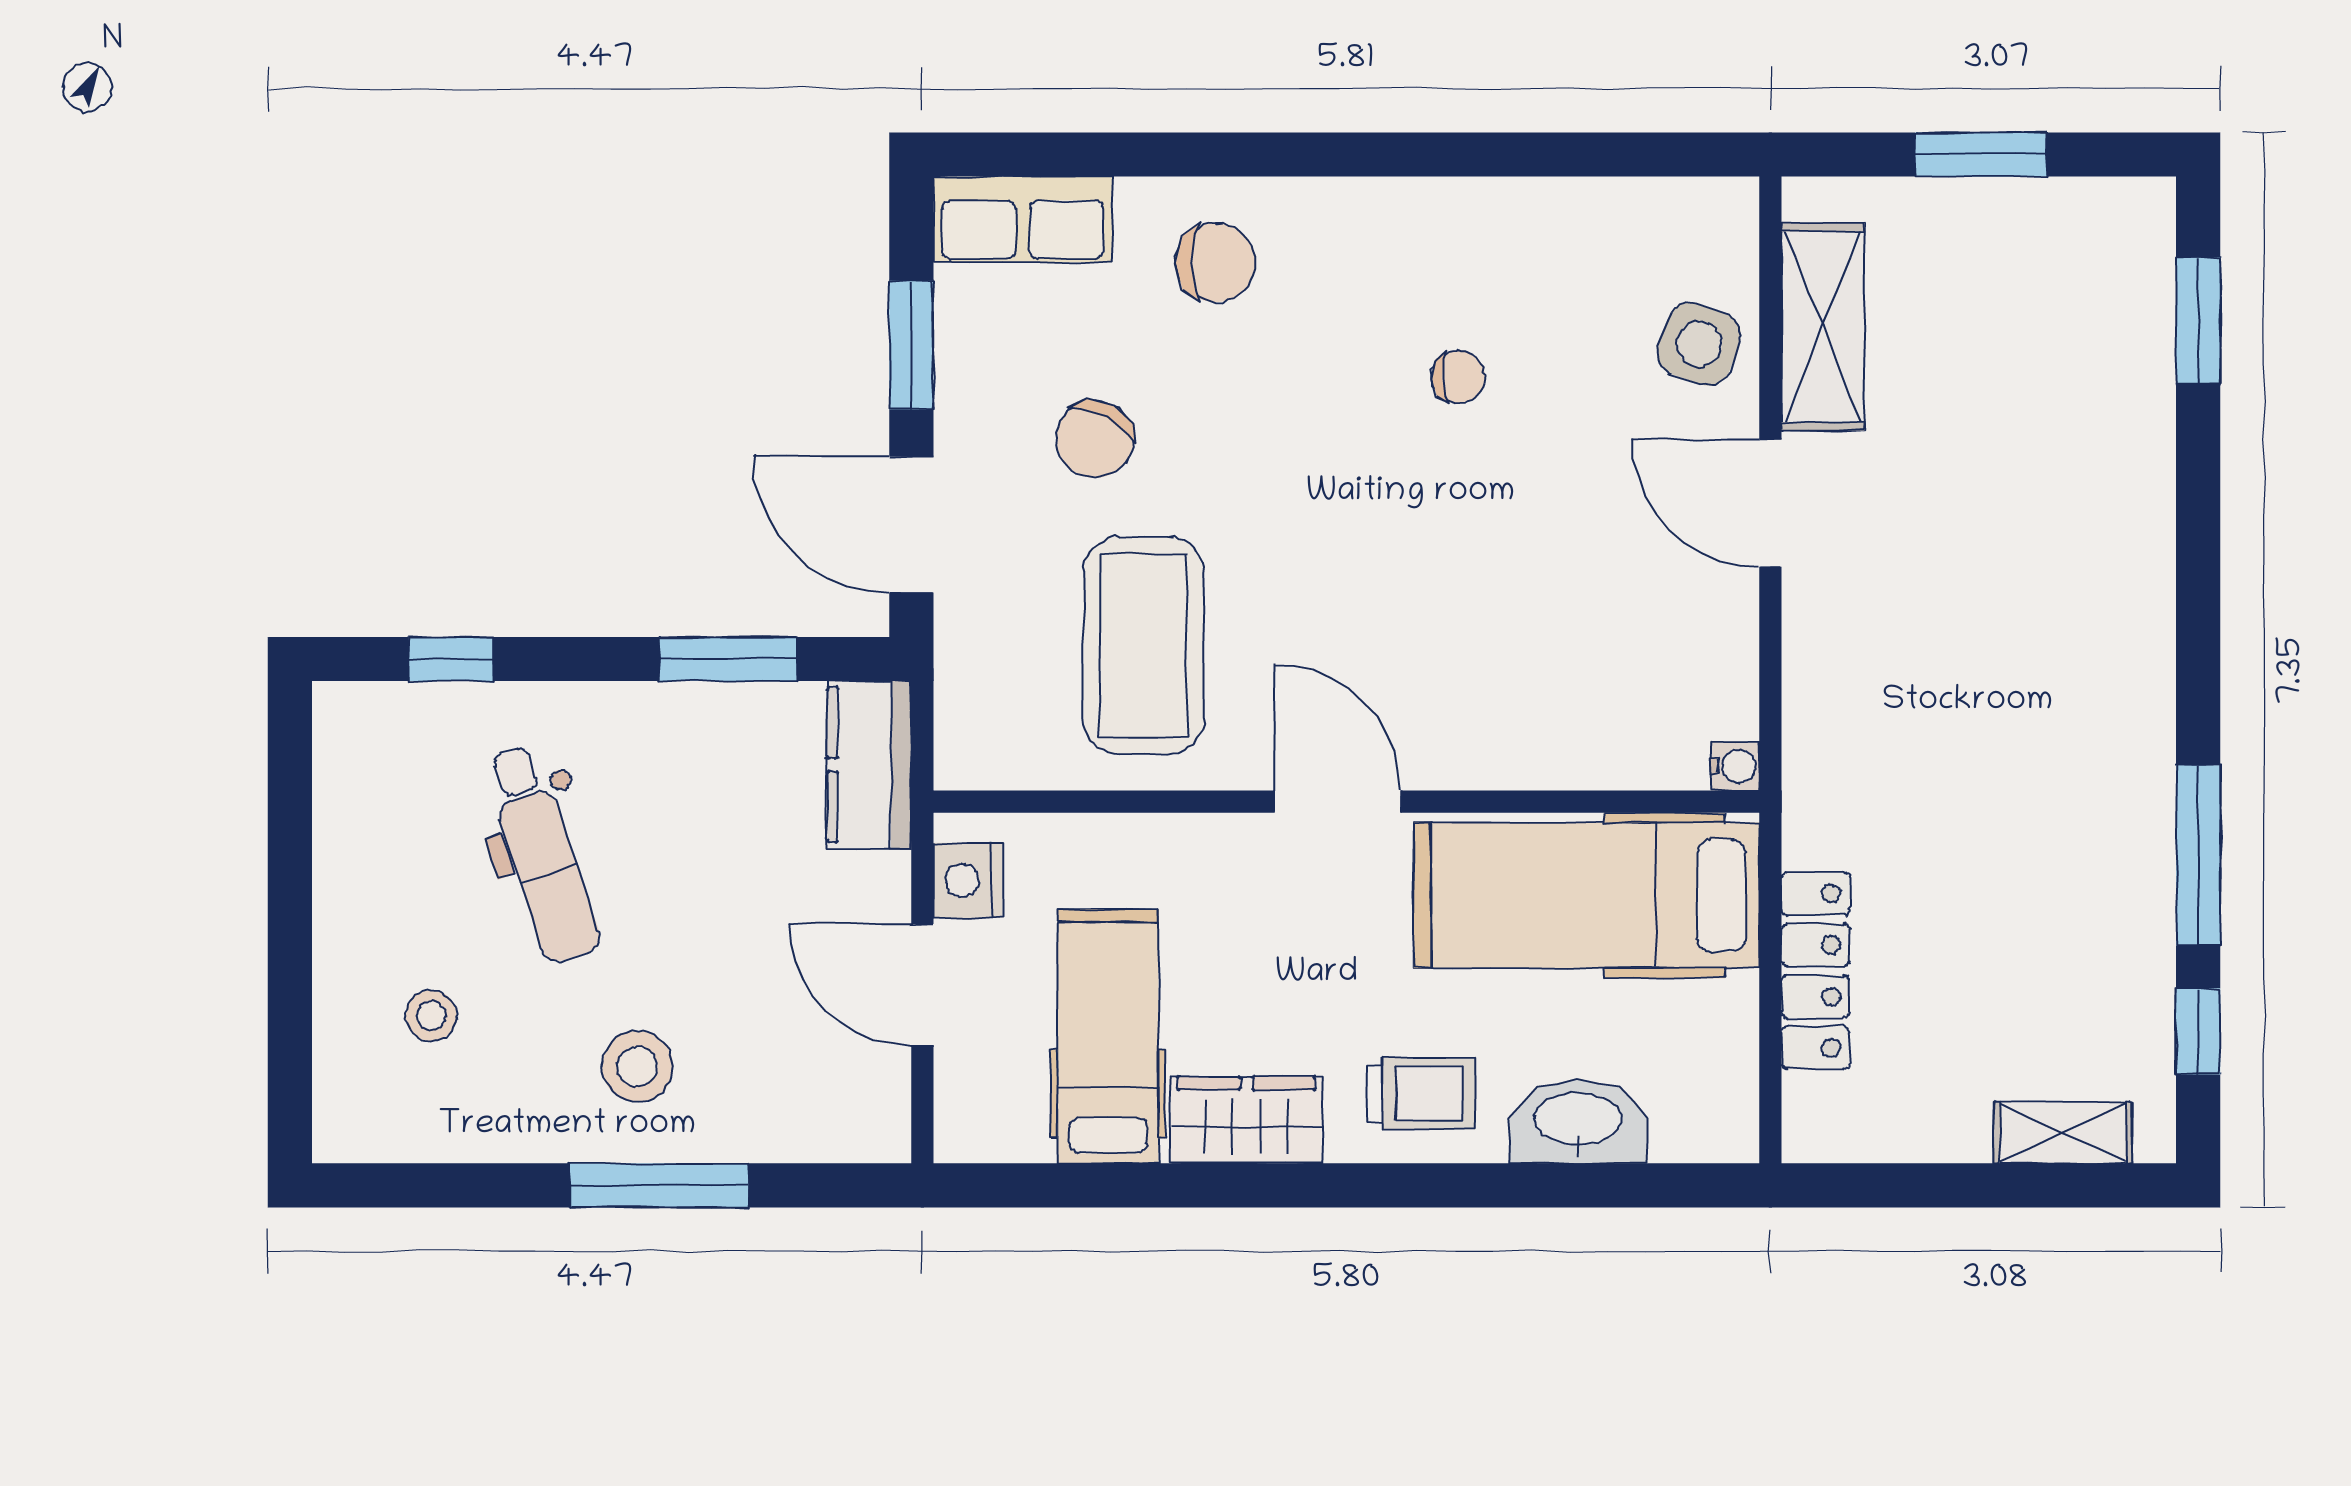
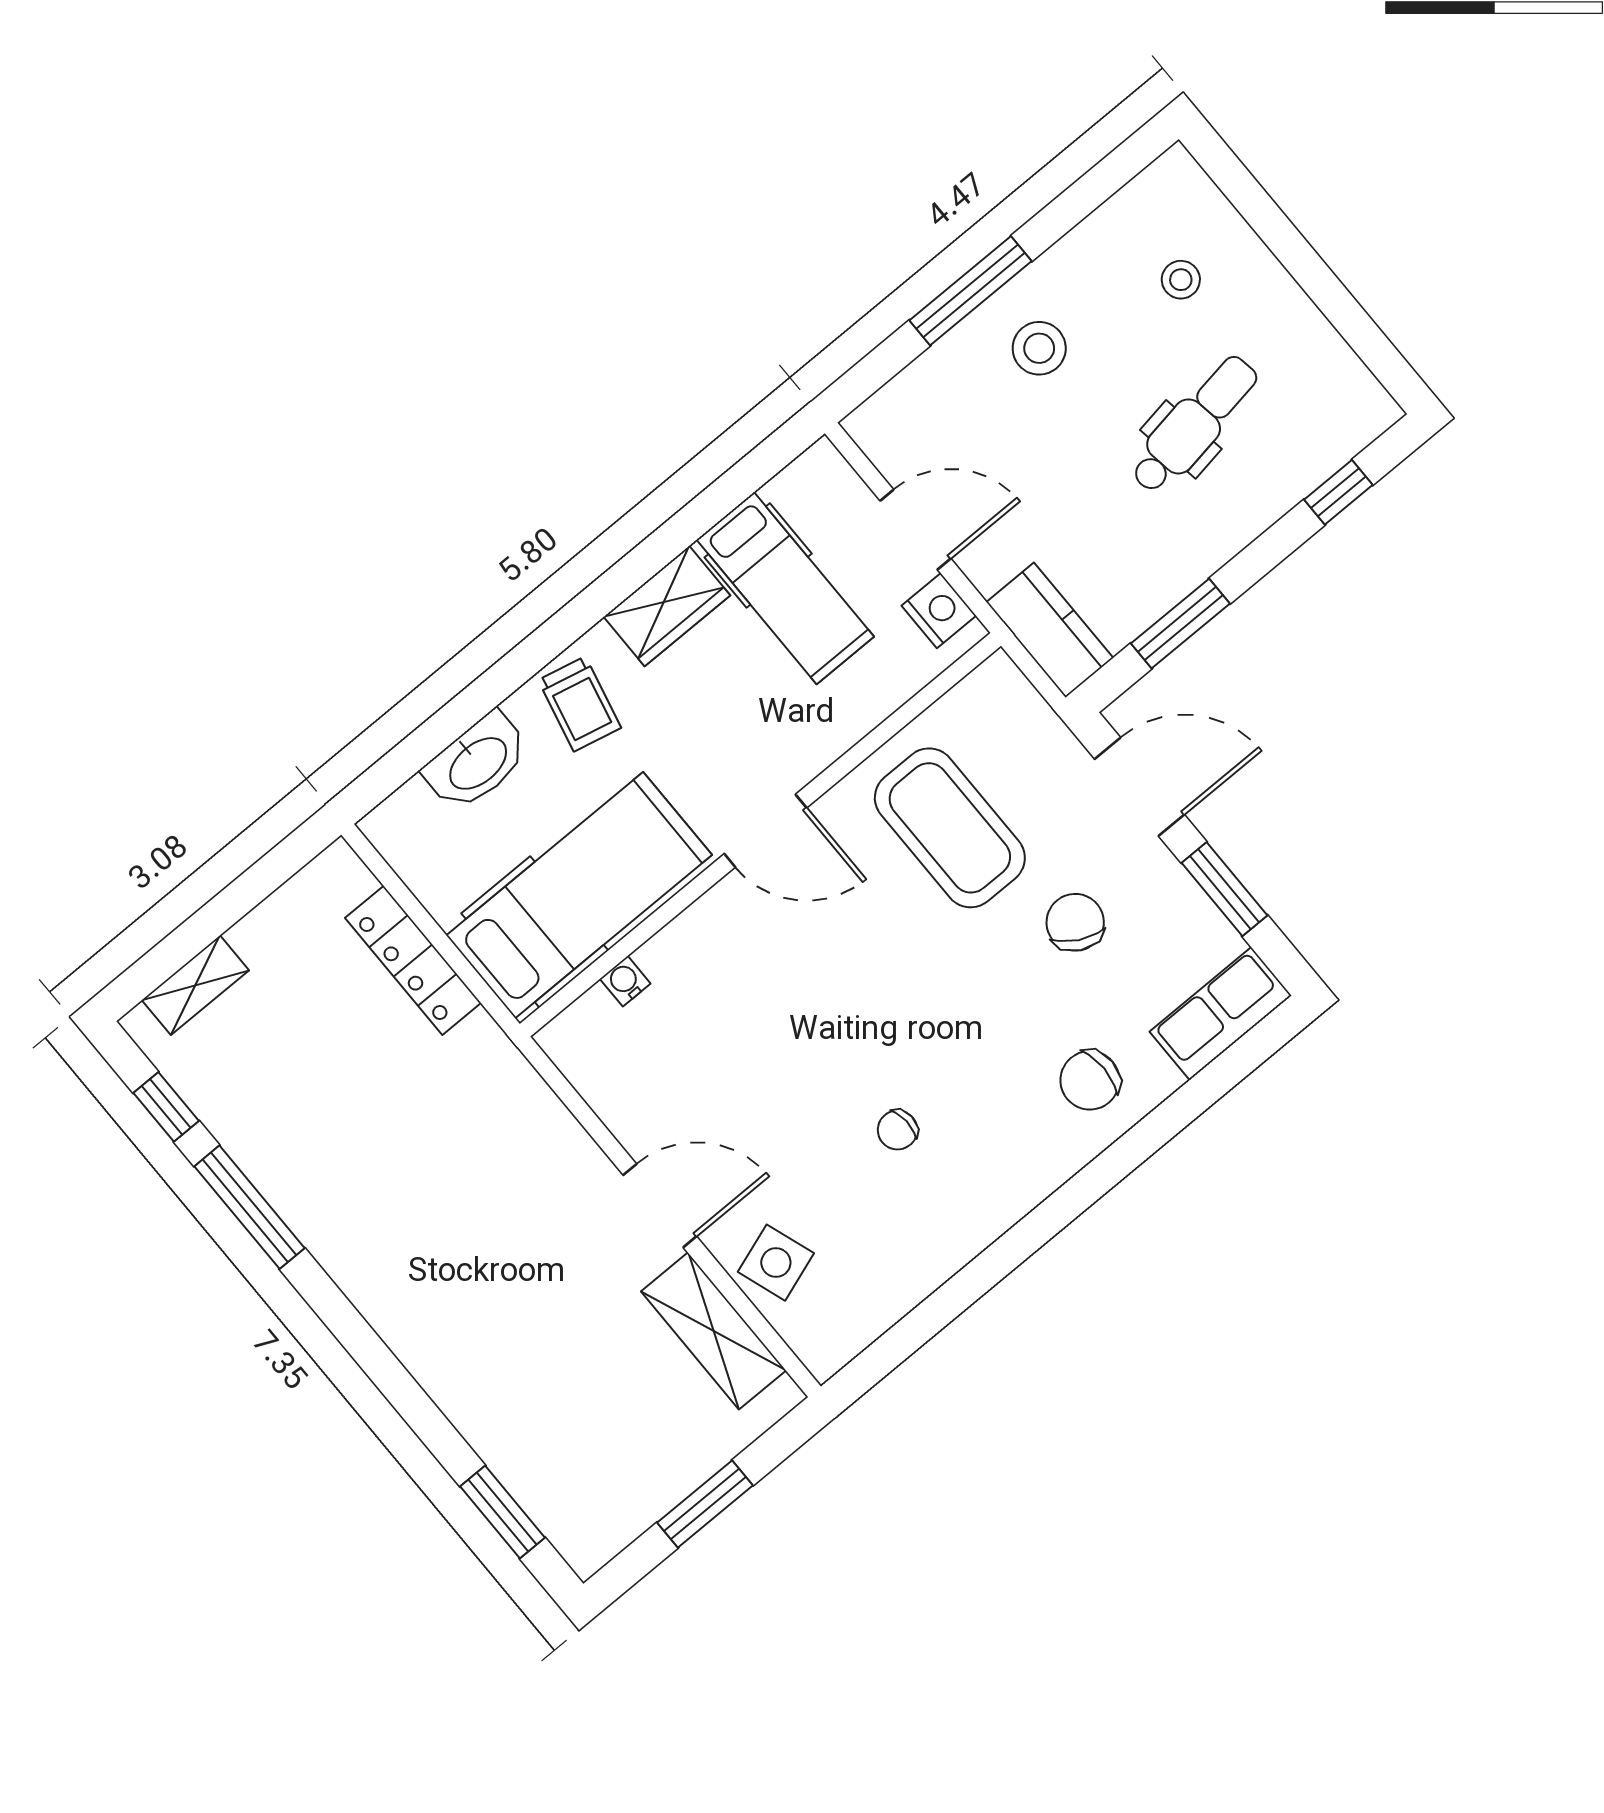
side table: (1699, 344) -> (776, 1263), turned -38
water cooler: (1735, 766) -> (625, 981), moved, turned 90
dental chair: (542, 854) -> (1194, 424), turned 99
trolley: (1421, 1093) -> (580, 704), turned -77

